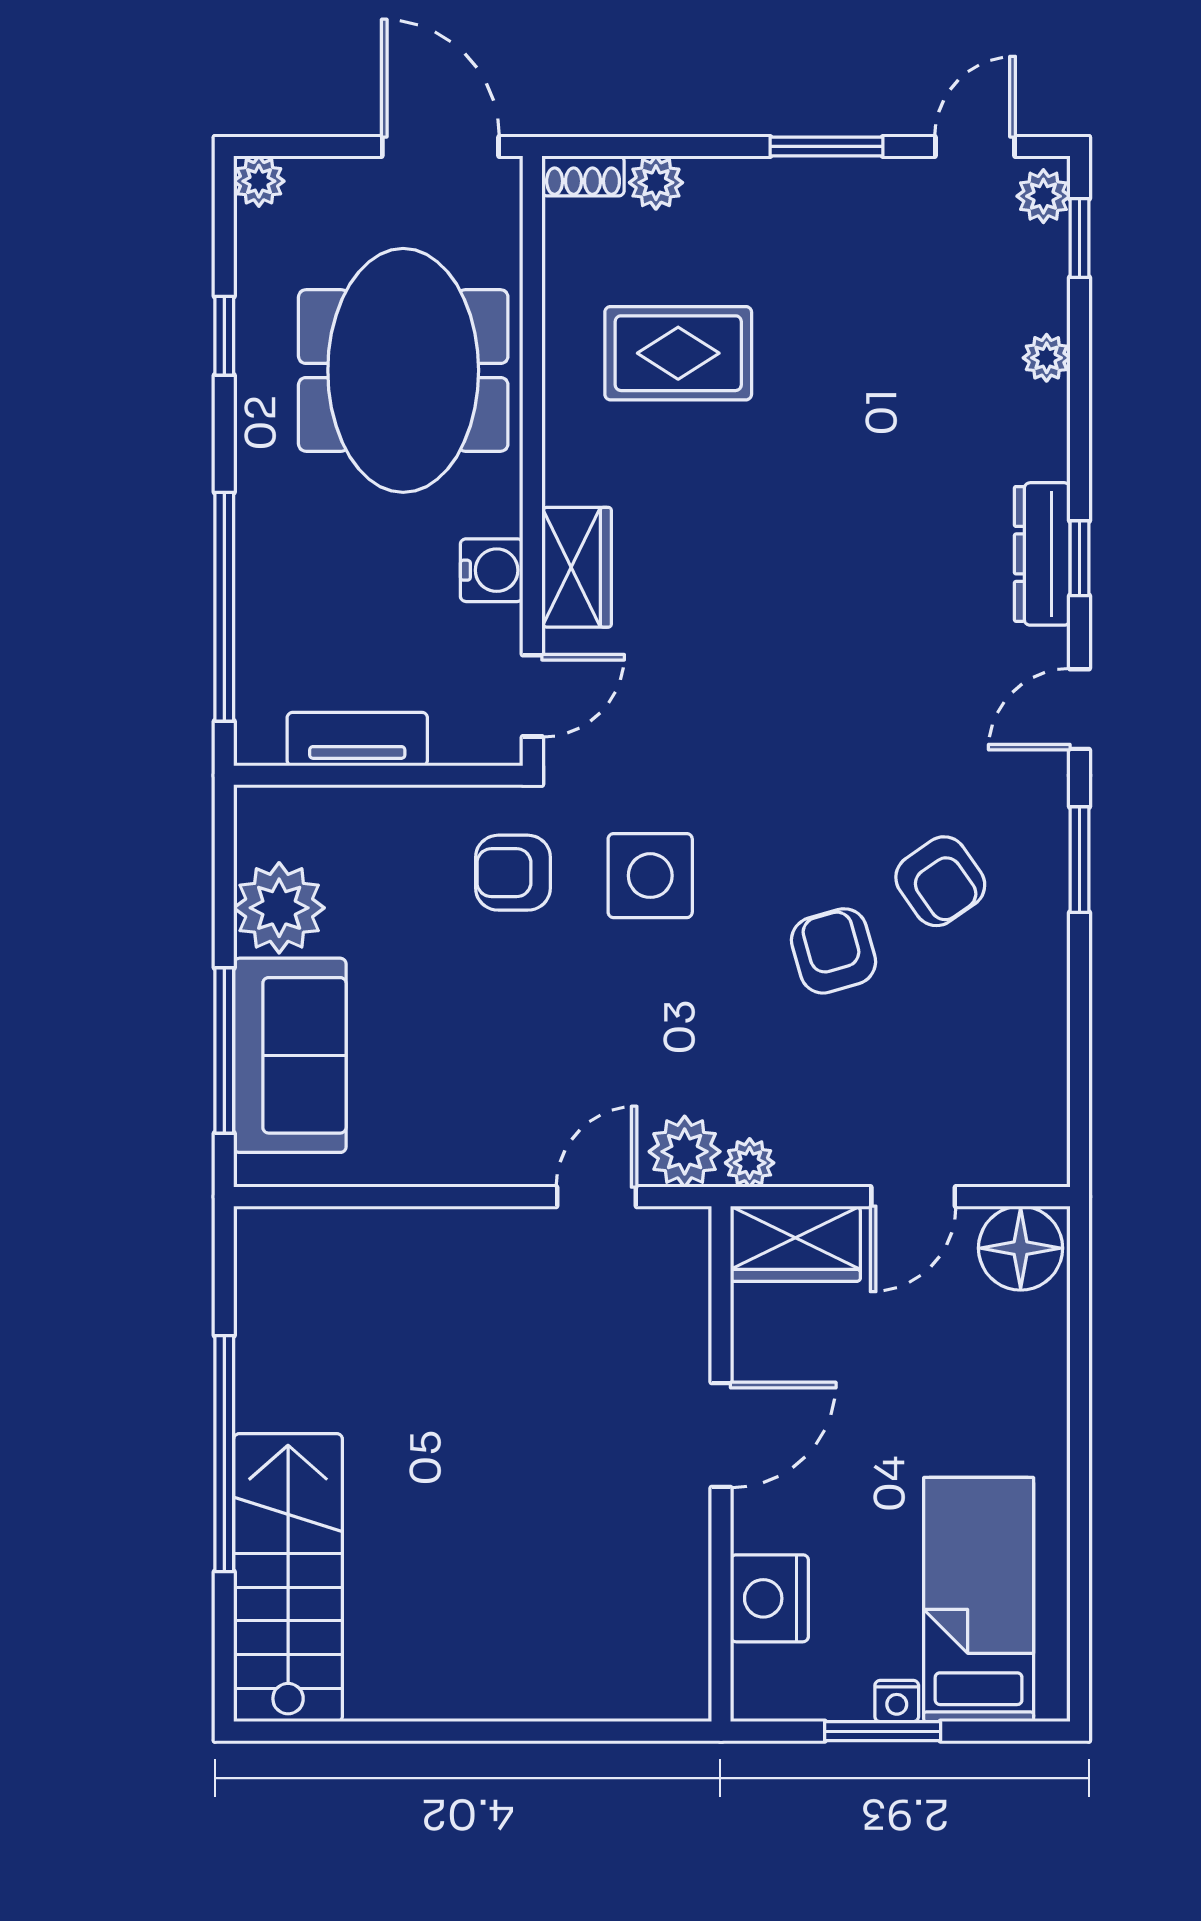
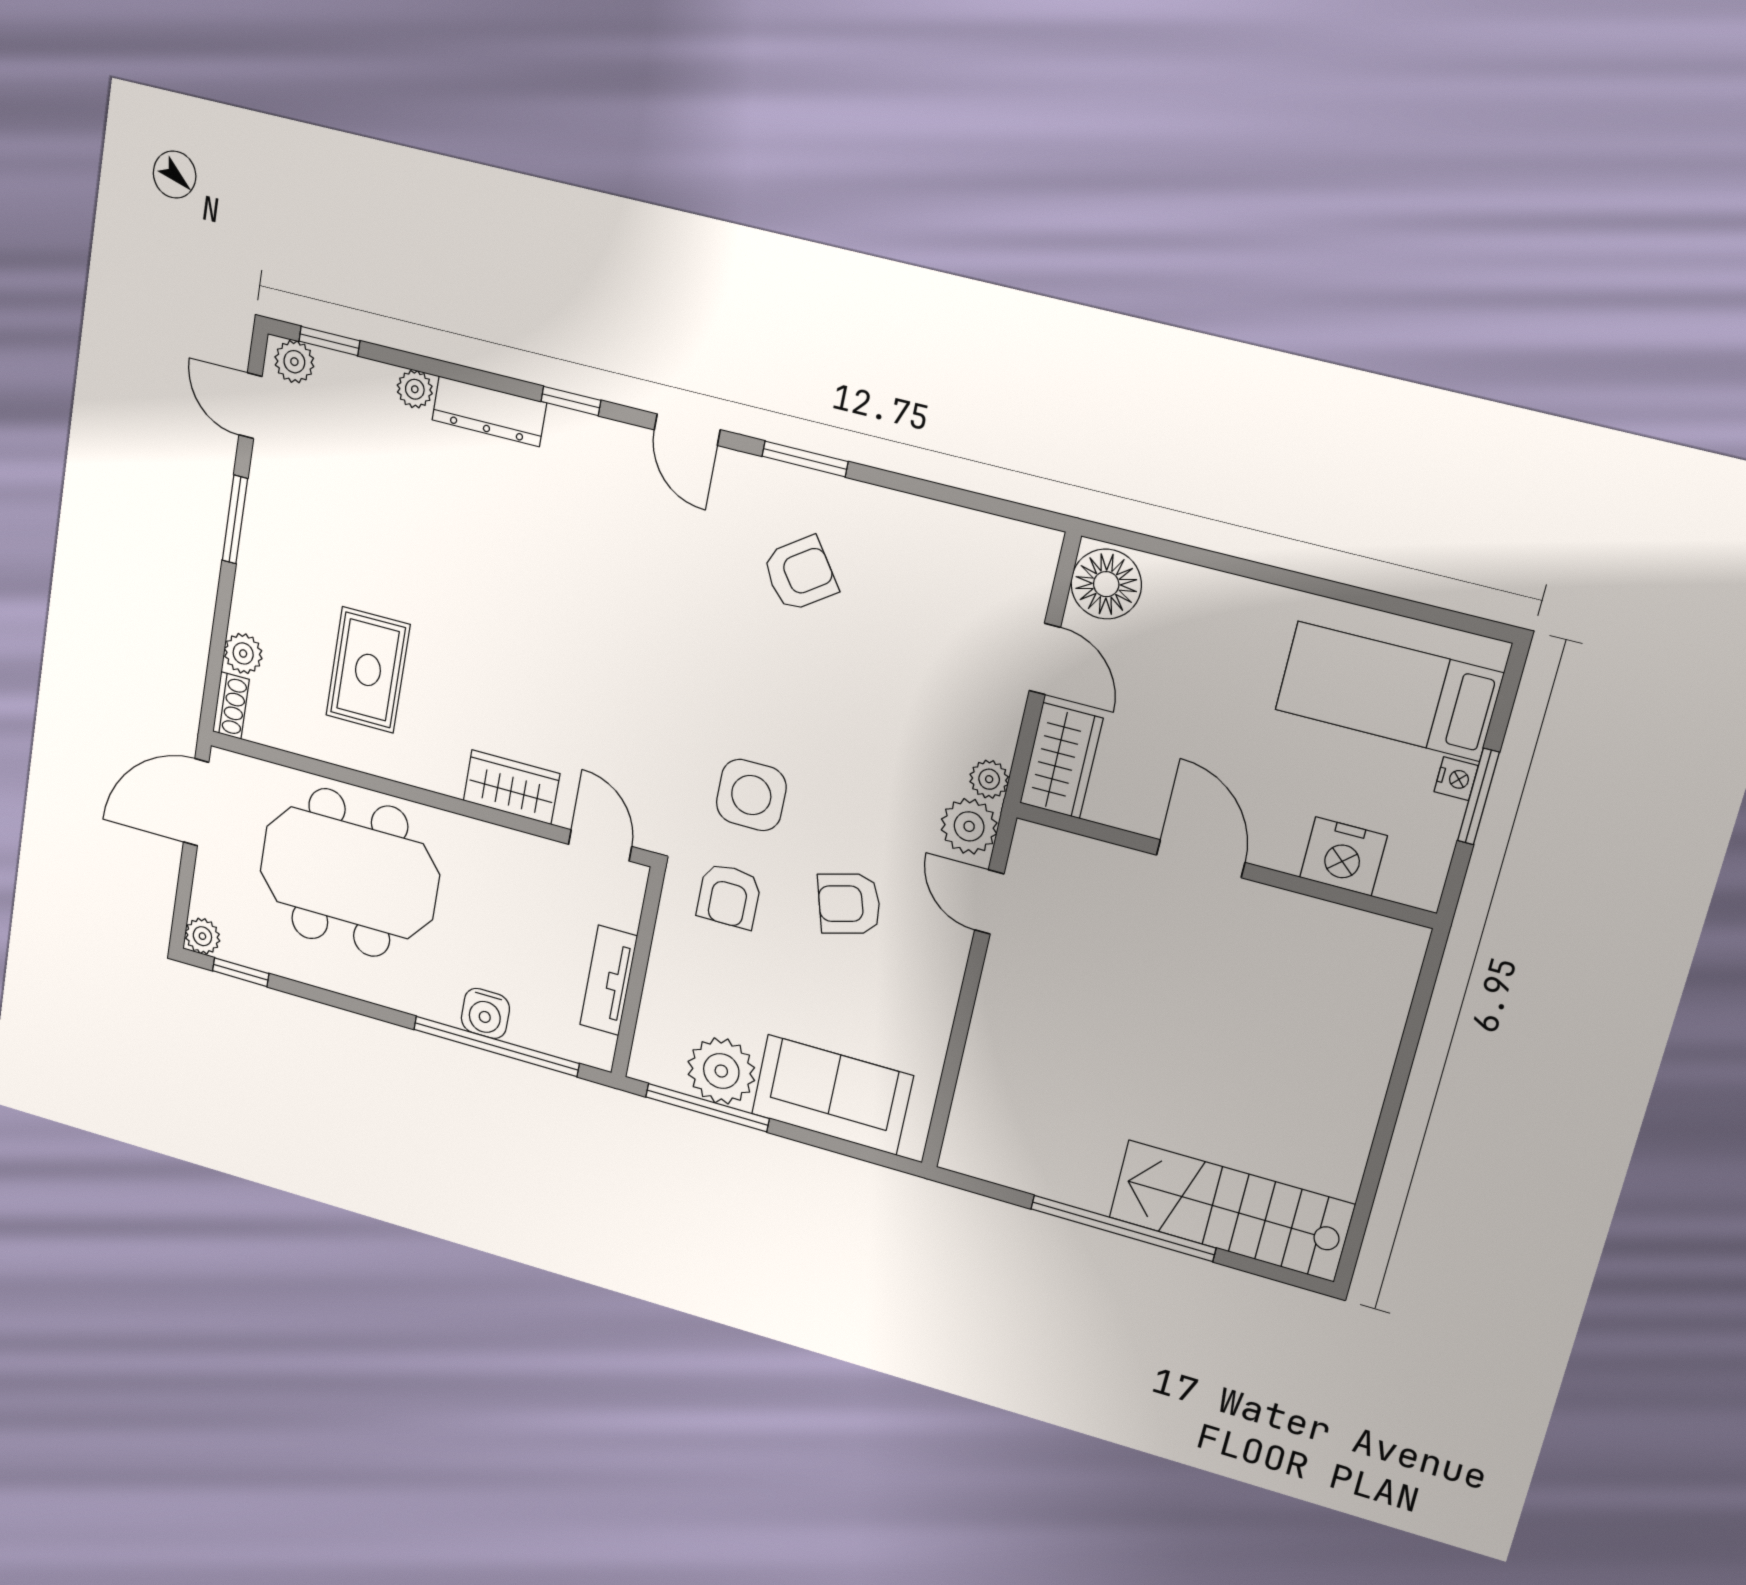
window: (224, 336) -> (241, 972), moved
dresser: (1042, 554) -> (489, 411), moved
water cooler: (492, 570) -> (485, 1013), moved, turned 180
armchair: (834, 951) -> (849, 904), moved
window: (224, 1050) -> (707, 1108), moved

